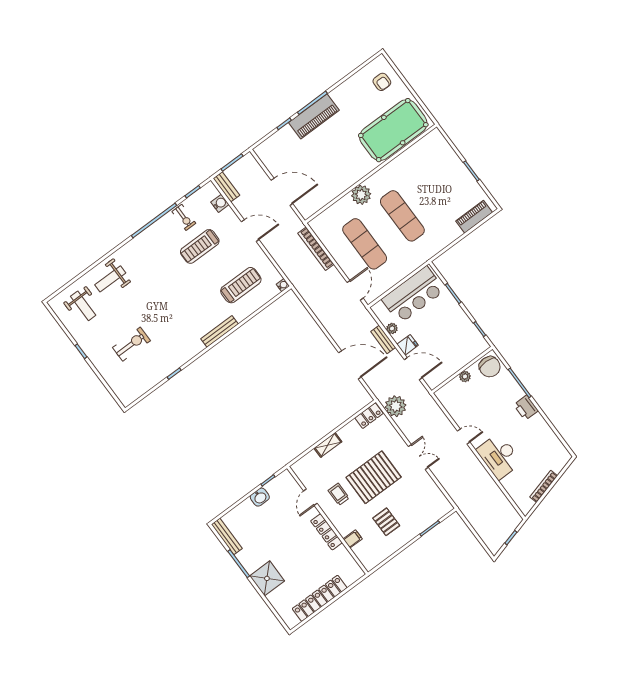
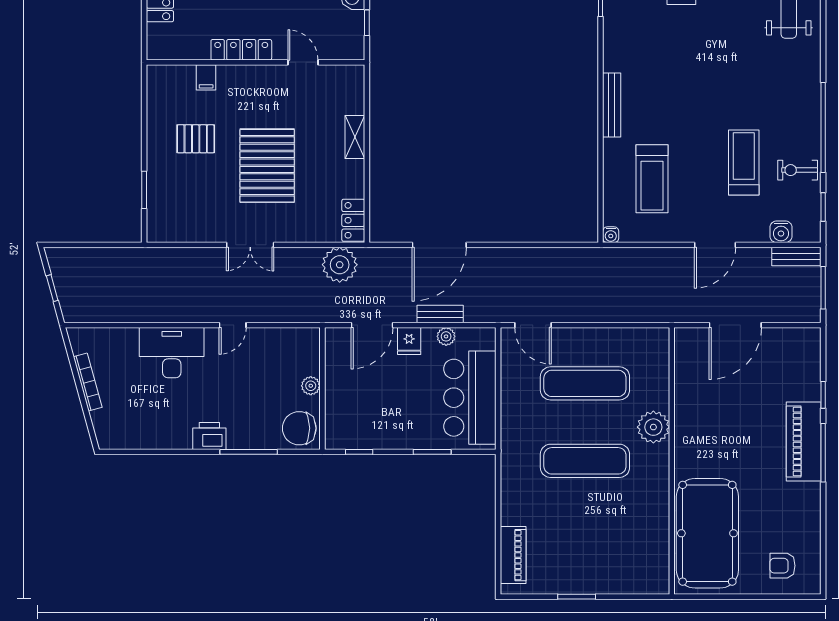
bookcase: (316, 249) -> (627, 314), removed
trolley: (339, 494) -> (279, 103), removed

